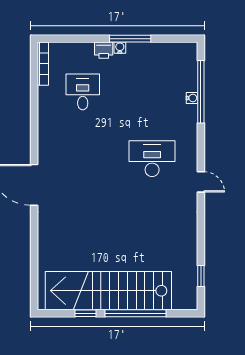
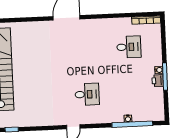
printer: (104, 50) -> (158, 81), moved
desk: (152, 159) -> (87, 94), width x0.73

